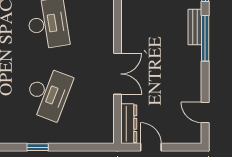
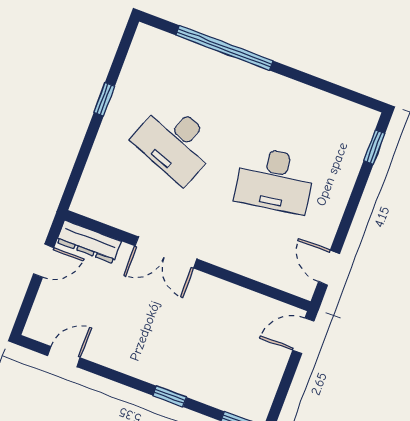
bench: (195, 27) -> (191, 388), removed
window: (205, 38) -> (170, 396), width x0.46

